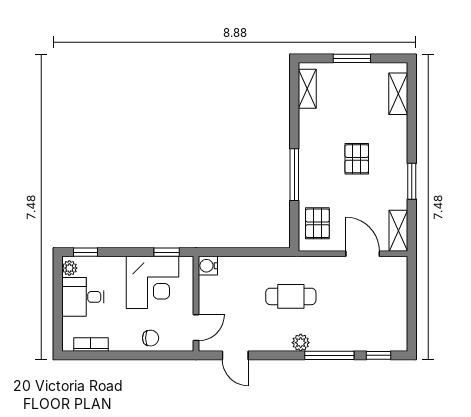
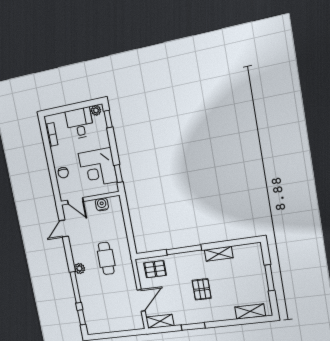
shelving: (307, 89) -> (219, 254), moved
pallet: (357, 159) -> (202, 289), turned 90
water cooler: (208, 266) -> (102, 204), moved

